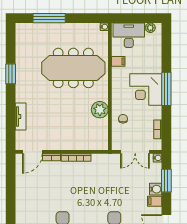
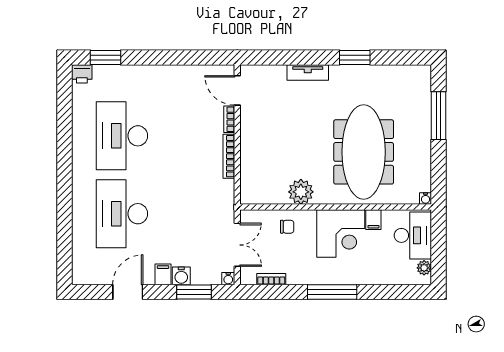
corner desk: (146, 89) -> (341, 233), moved, turned 180
tv unit: (21, 116) -> (308, 73), moved
double door: (135, 152) -> (237, 245), swing flipped

